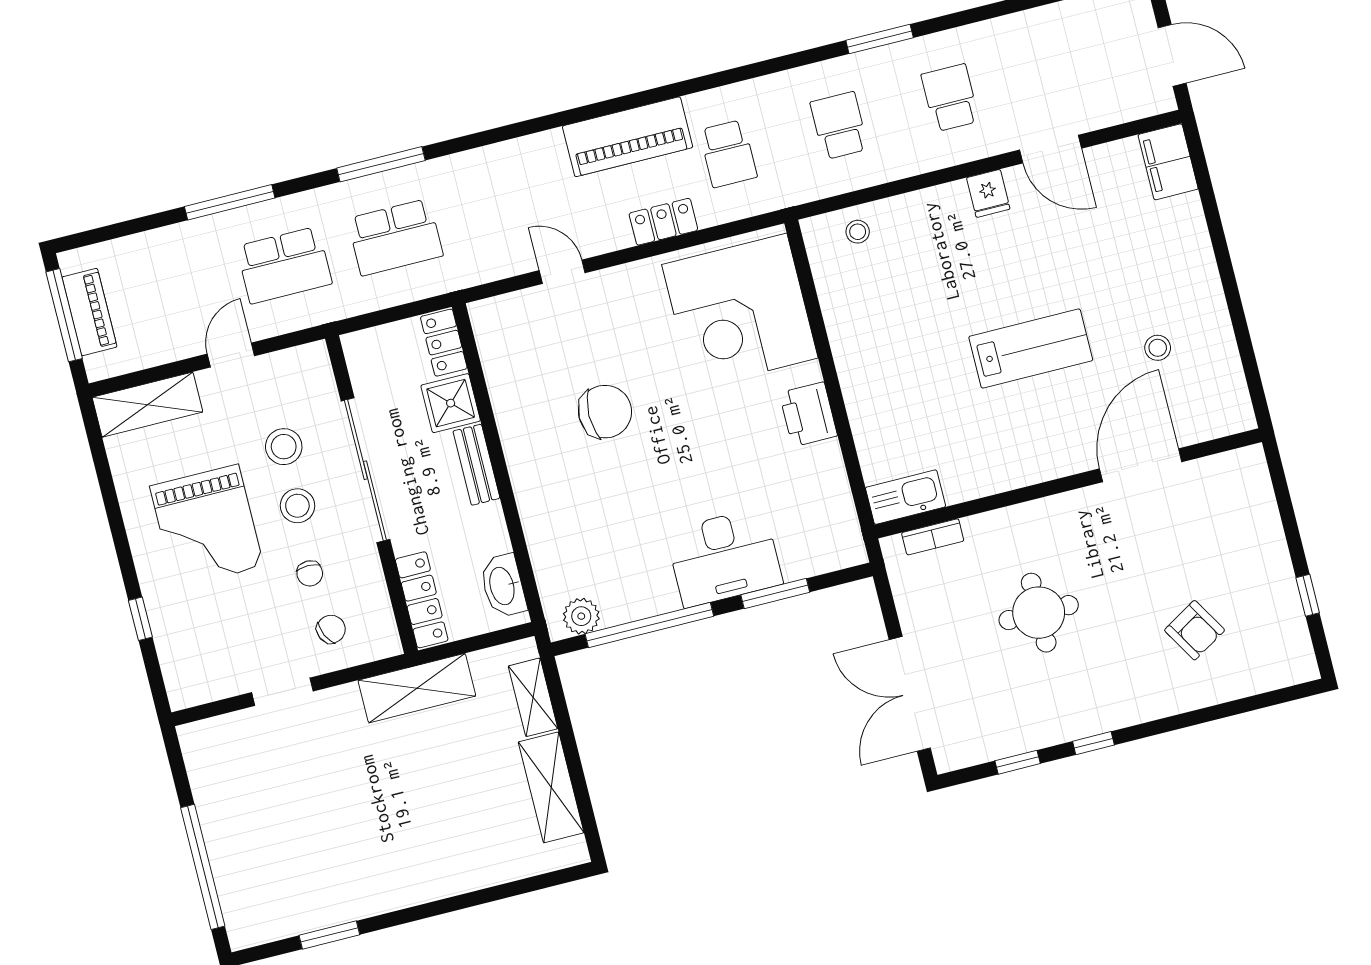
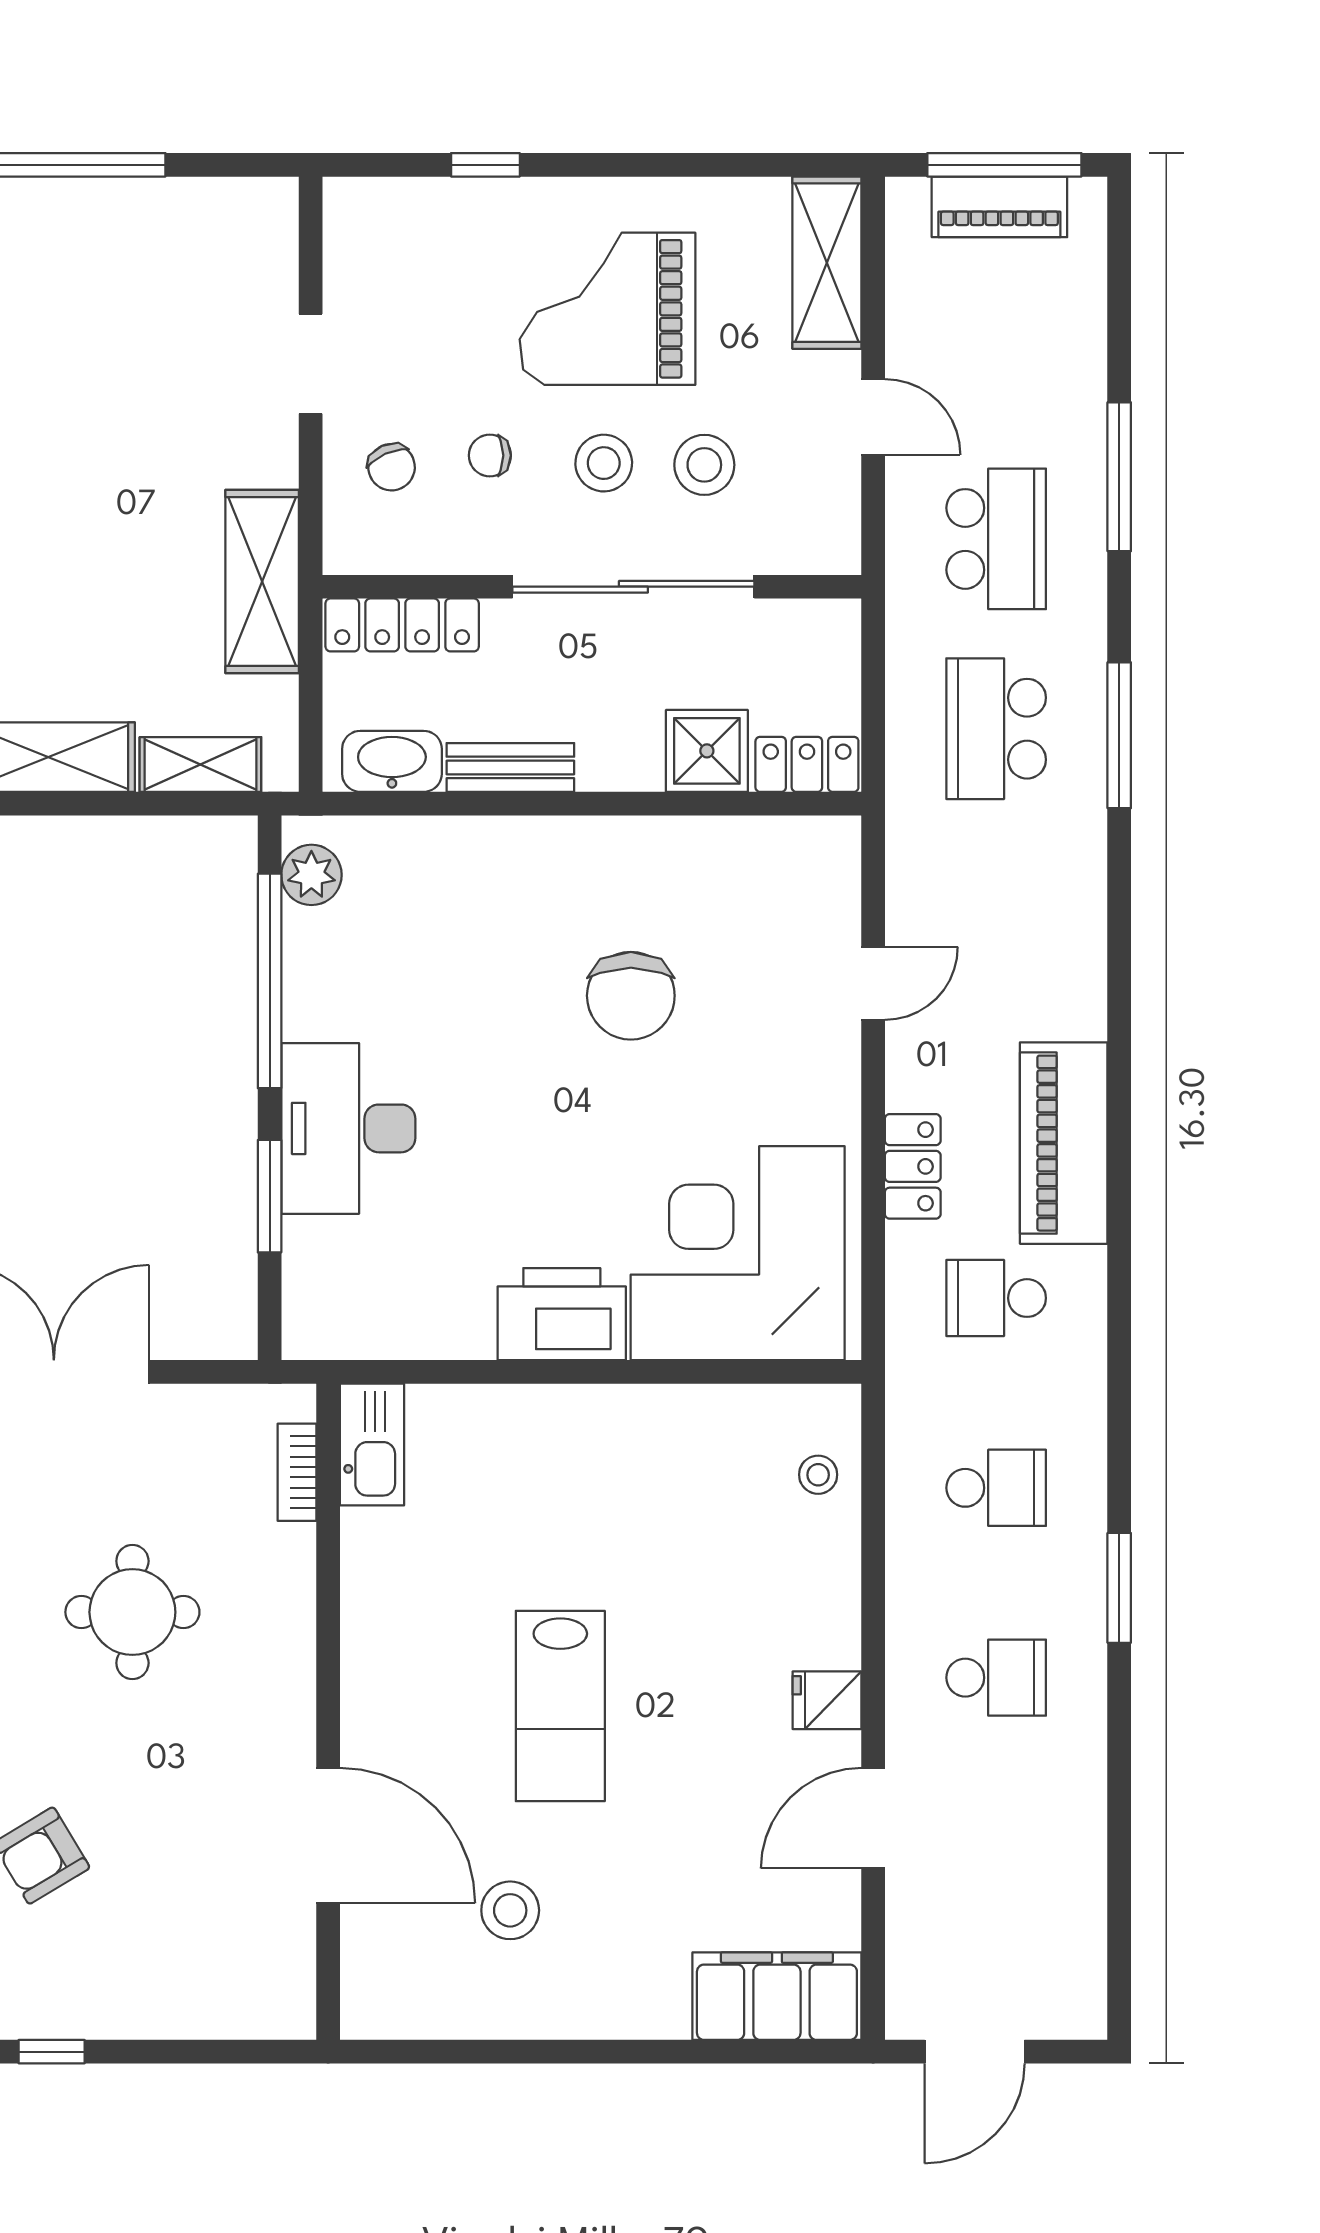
filing cabinet: (1168, 162) -> (777, 1996), width x1.50, depth x1.17
school desk: (284, 265) -> (996, 539), turned 180
stool: (1158, 348) -> (510, 1910), width x1.37, depth x1.37
printer: (808, 414) -> (562, 1314), width x1.37, depth x1.19
bench: (476, 465) -> (510, 767), moved

